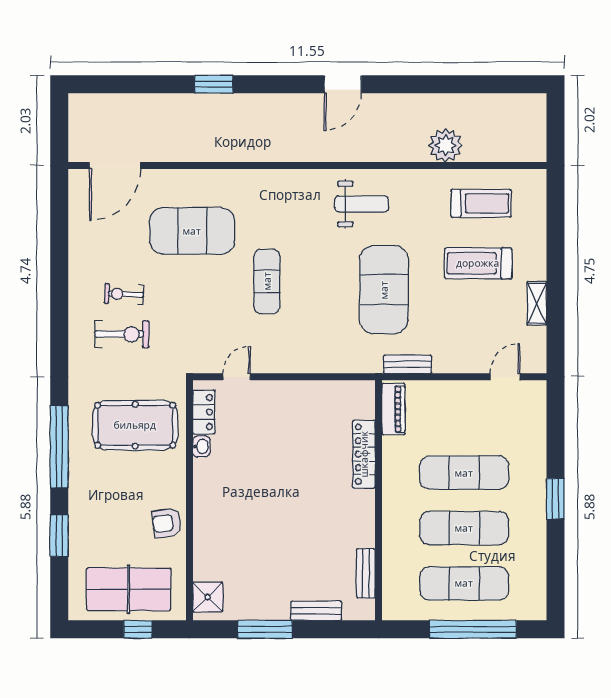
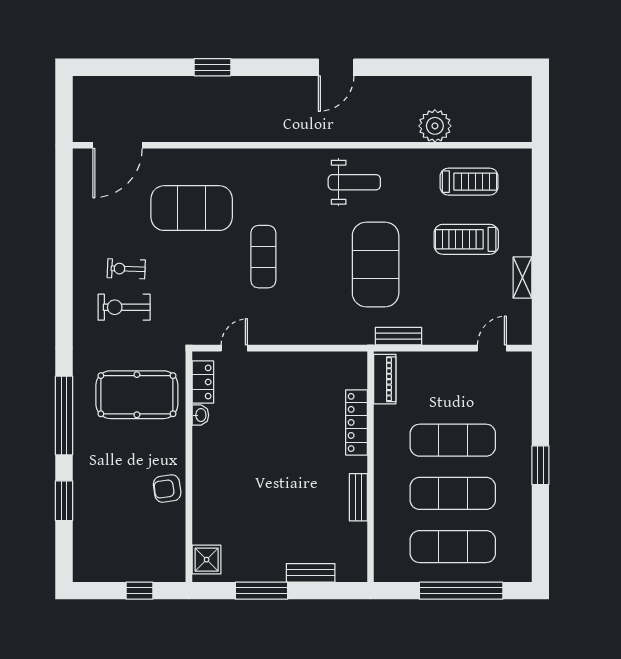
exercise bike: (122, 334) -> (124, 307), turned 180
bench: (366, 573) -> (358, 497), moved
table tennis table: (129, 589) -> (131, 552), removed

